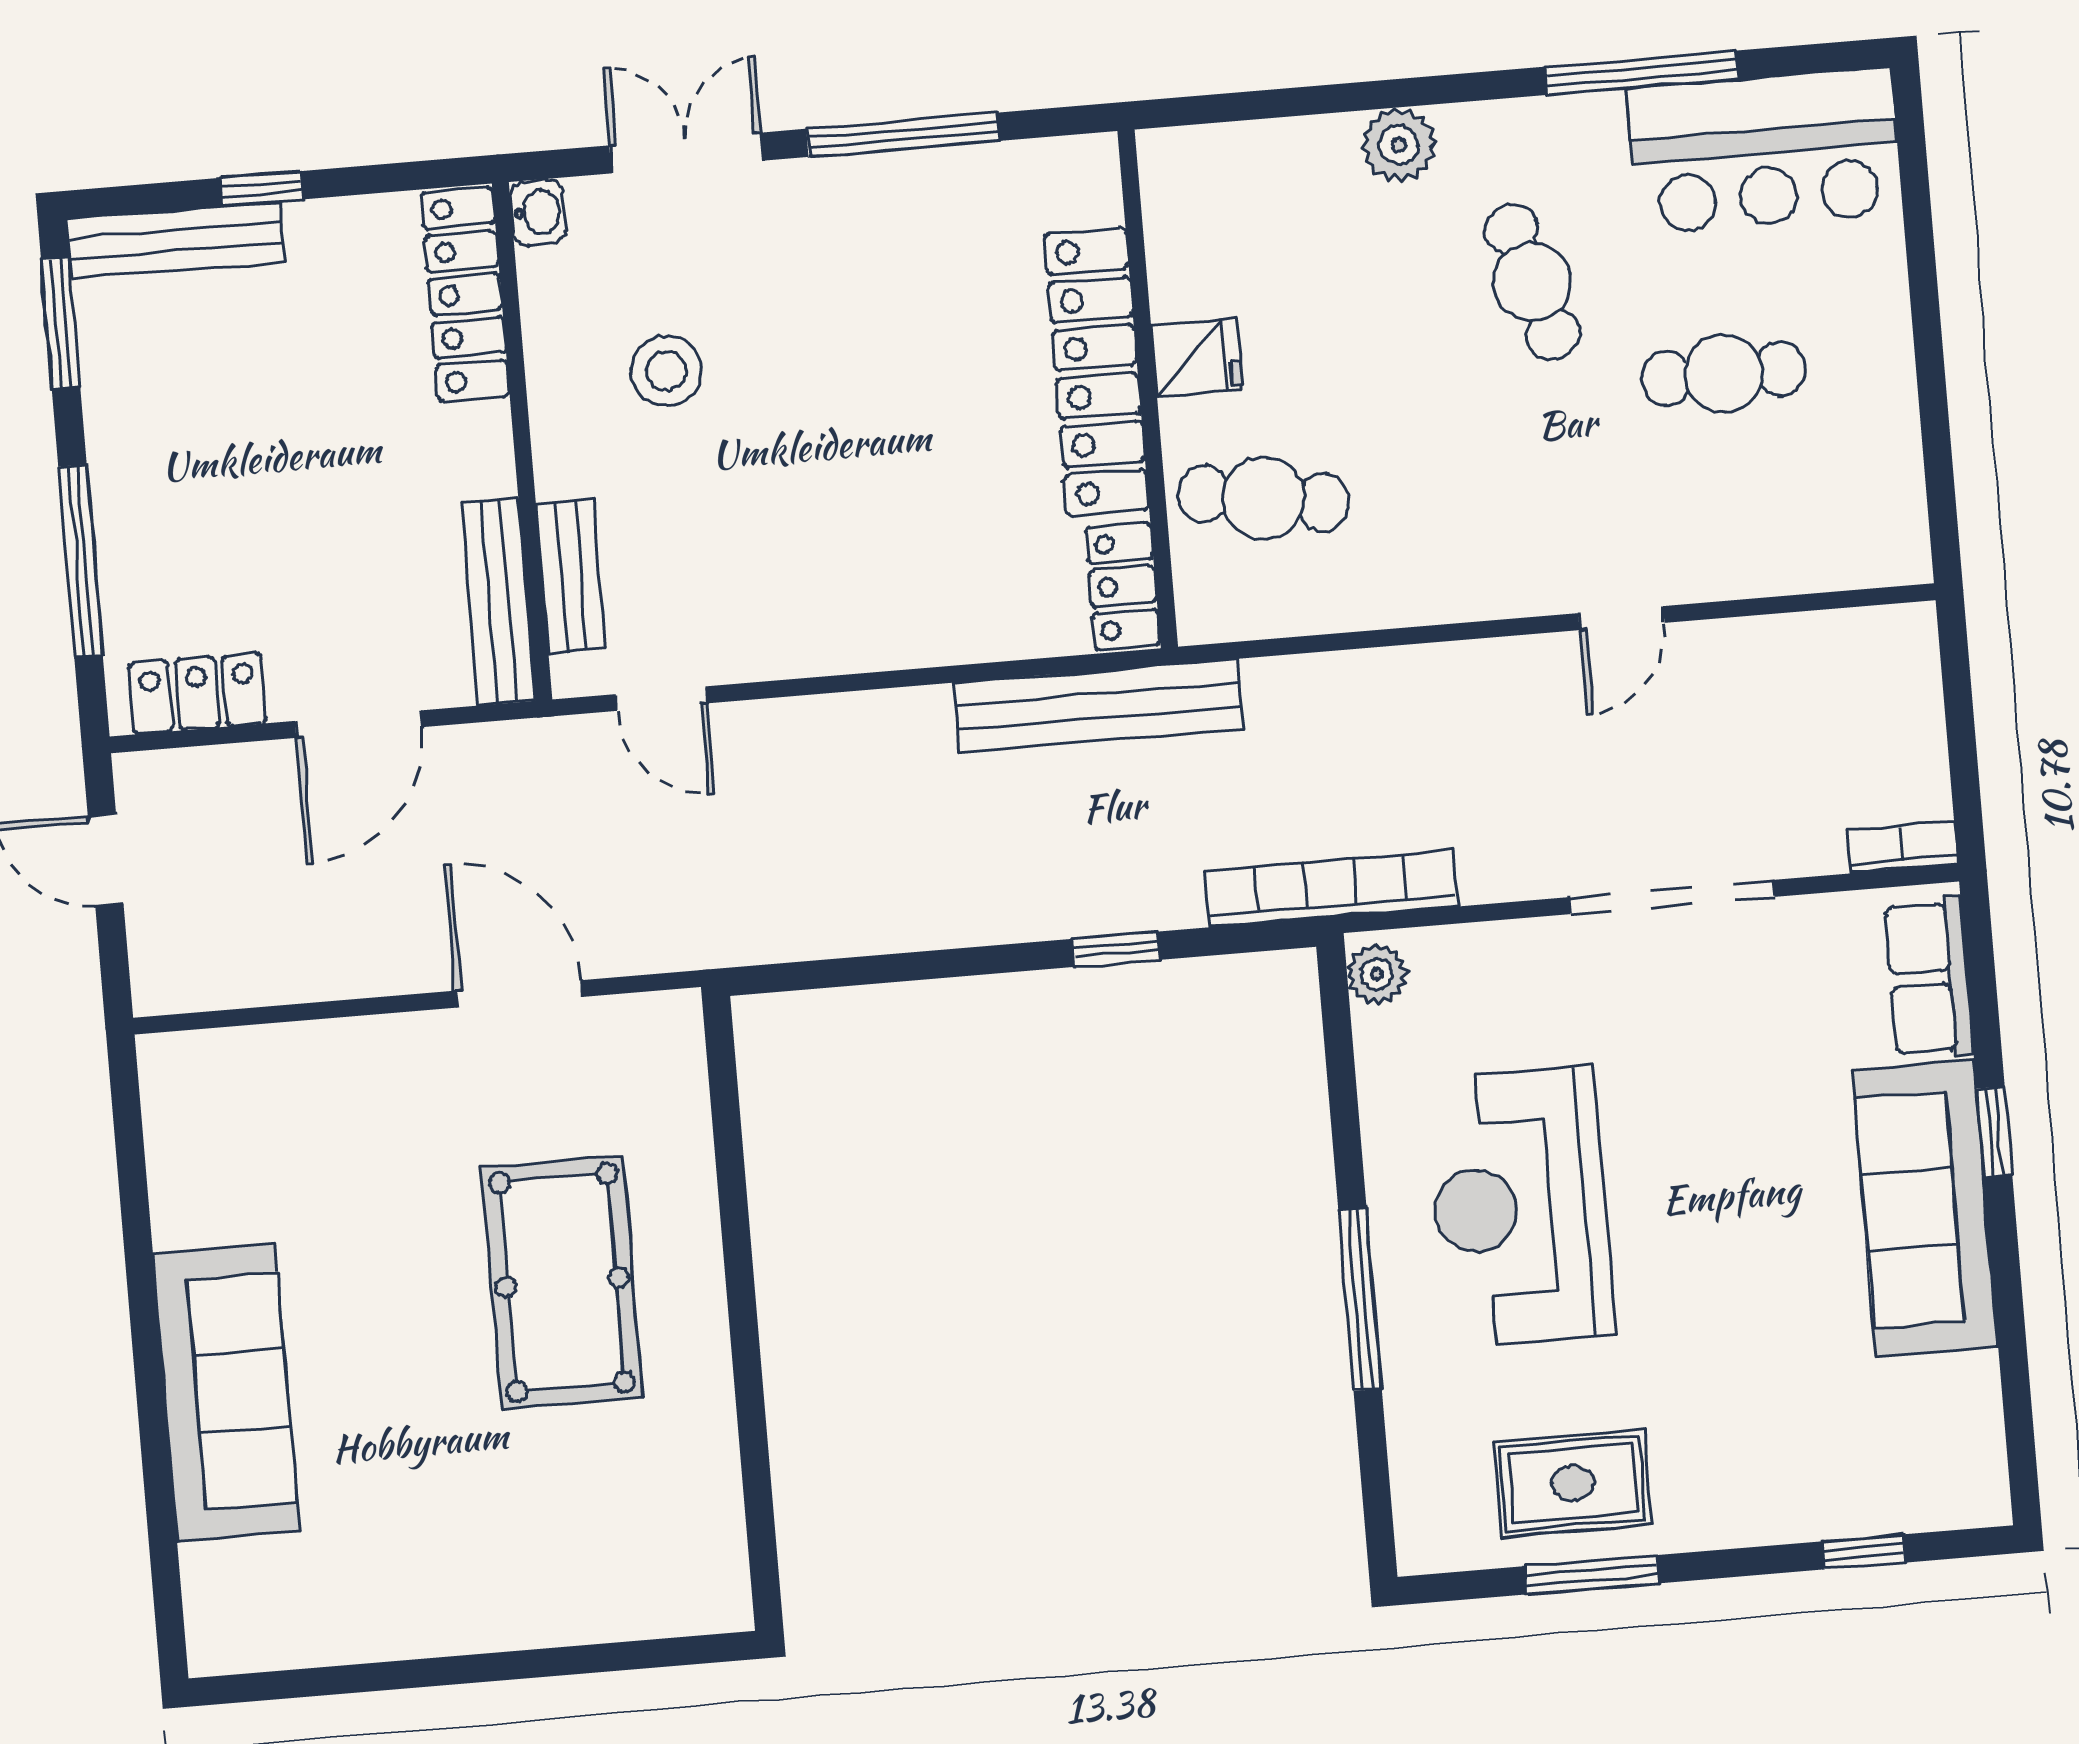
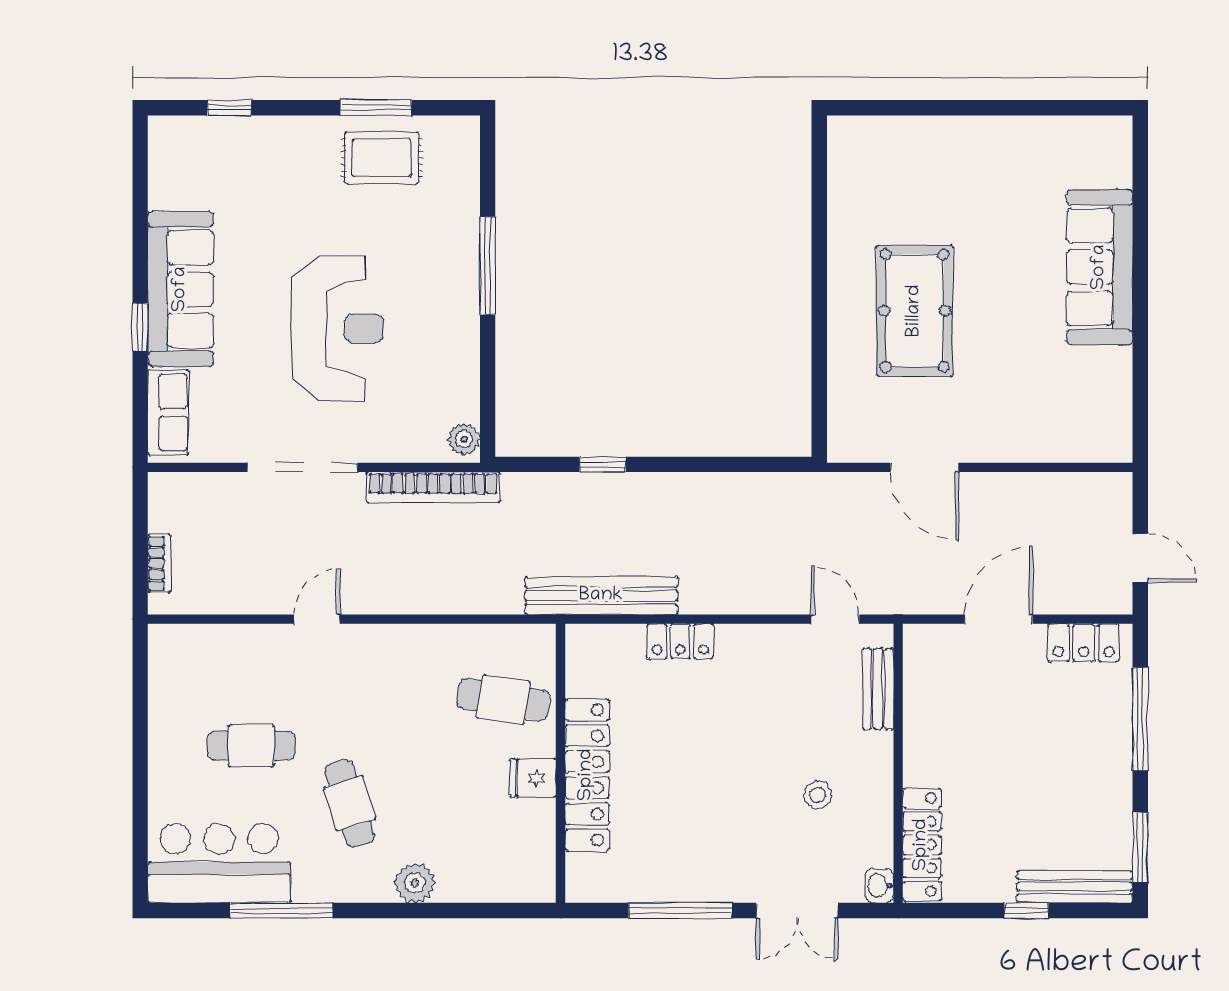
stool: (666, 371) -> (818, 795), width x0.73, depth x0.73
locker: (1123, 586) -> (680, 641), moved, turned 90
bench: (498, 602) -> (918, 679), removed
bookcase: (1902, 848) -> (159, 563), moved, turned -90
bookcase: (1331, 889) -> (433, 487), moved
reception desk: (1520, 1207) -> (337, 328), moved

